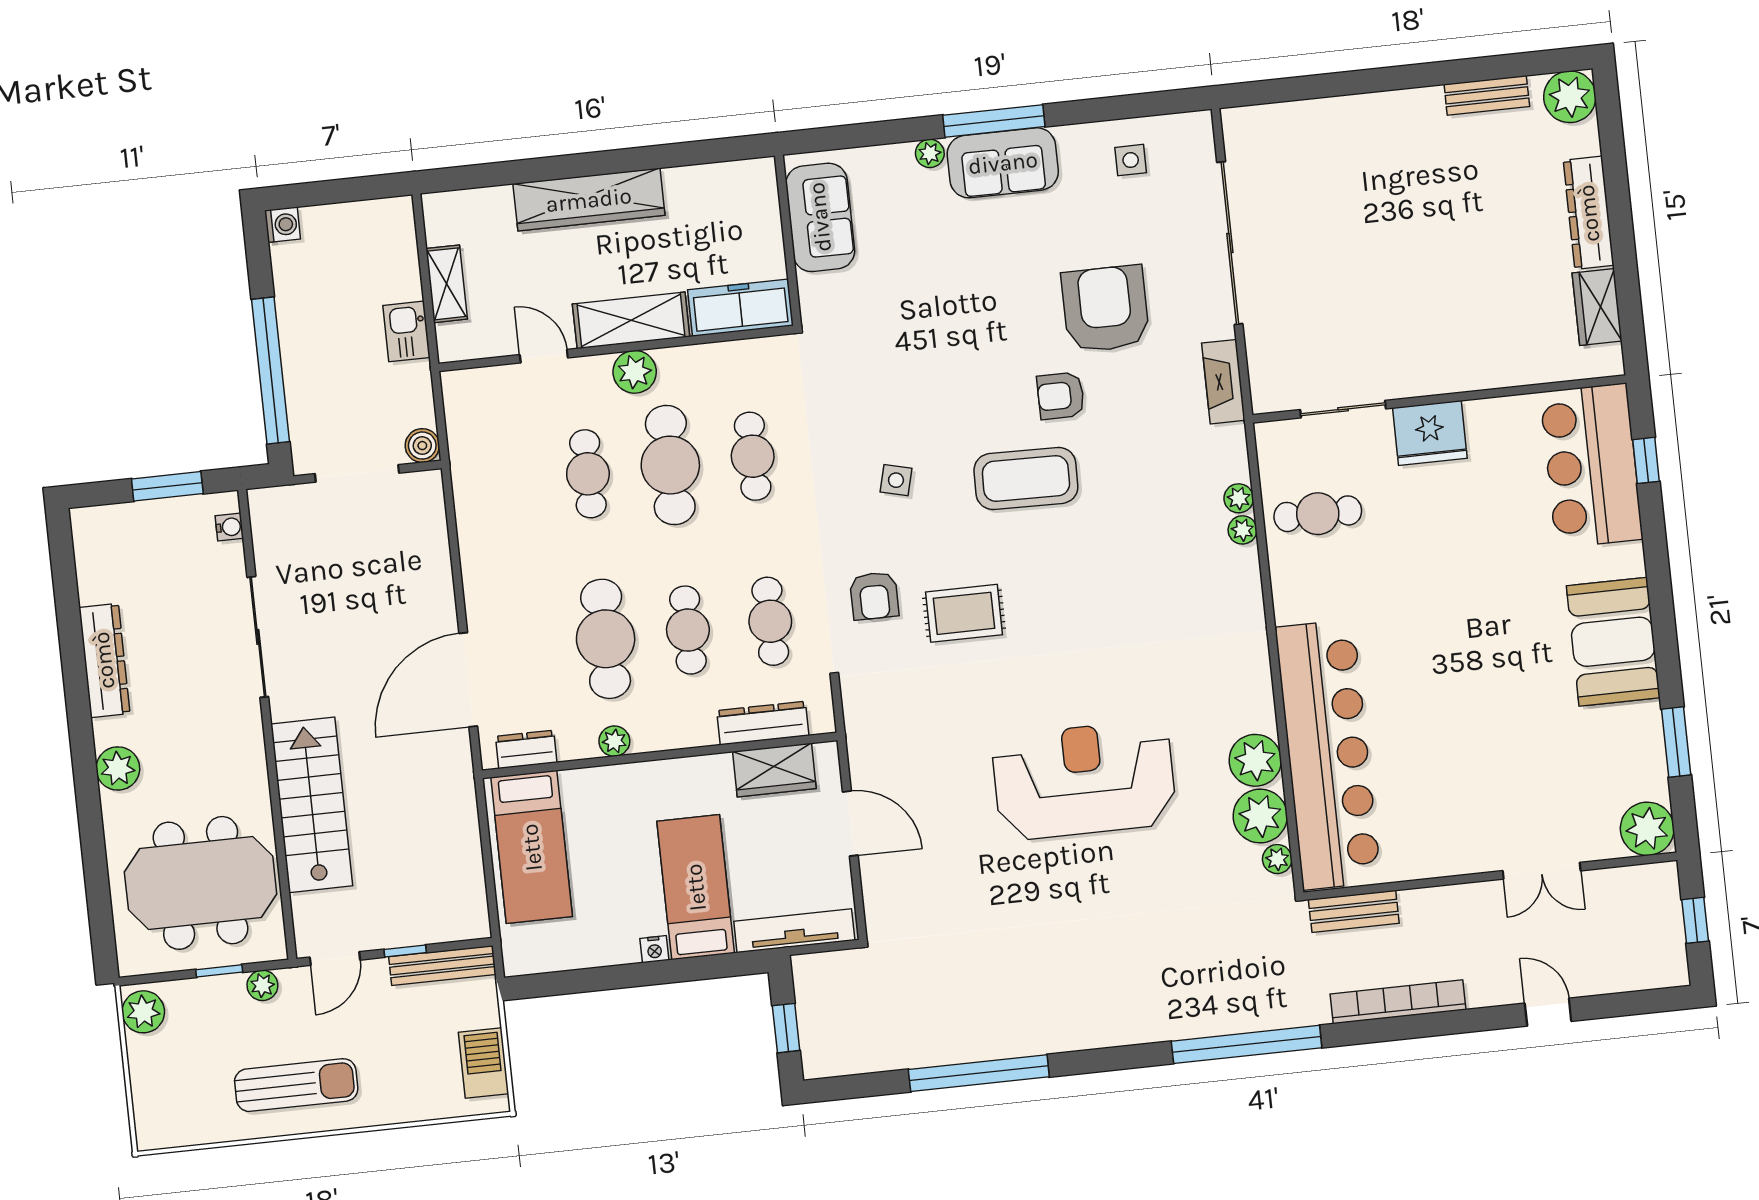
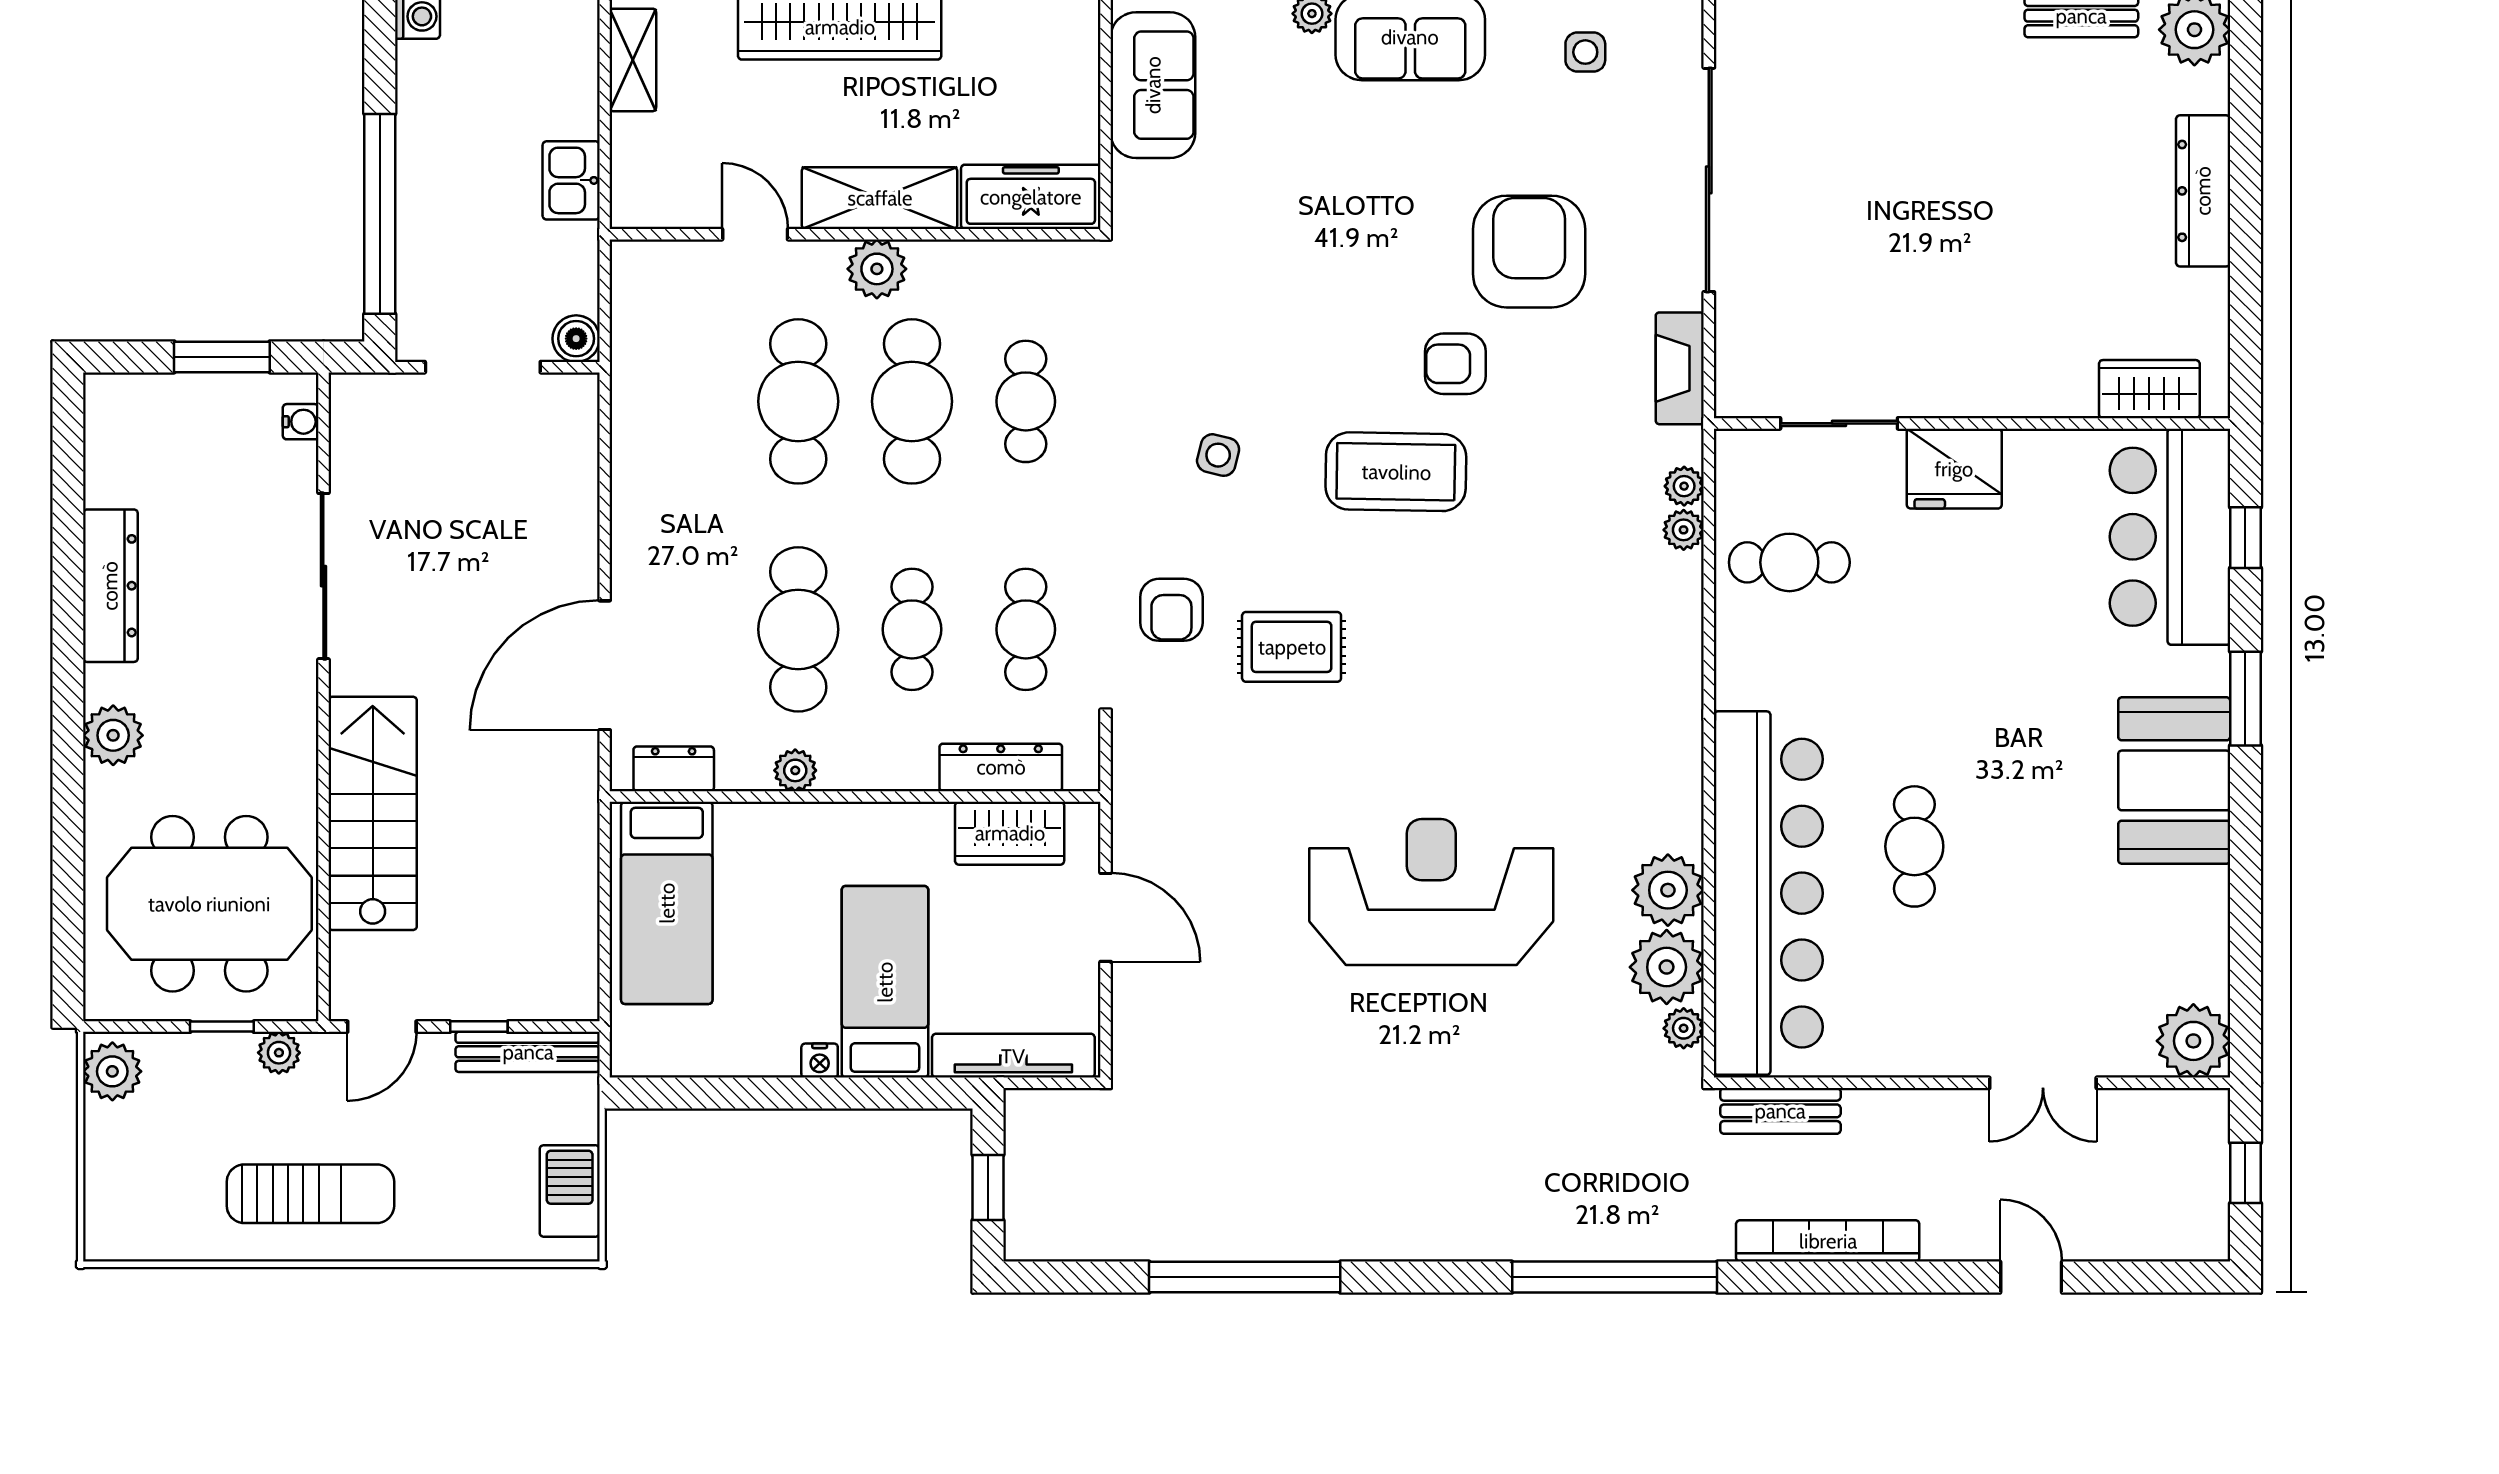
shelving: (447, 284) -> (633, 60), moved
wardrobe: (1597, 307) -> (2149, 389), moved, turned 90
cafe table: (588, 474) -> (798, 401), width x1.37, depth x1.35
plant: (1242, 530) -> (1684, 486), moved
cafe table: (1430, 710) -> (1914, 846), added
window: (1676, 742) -> (2245, 699), moved

